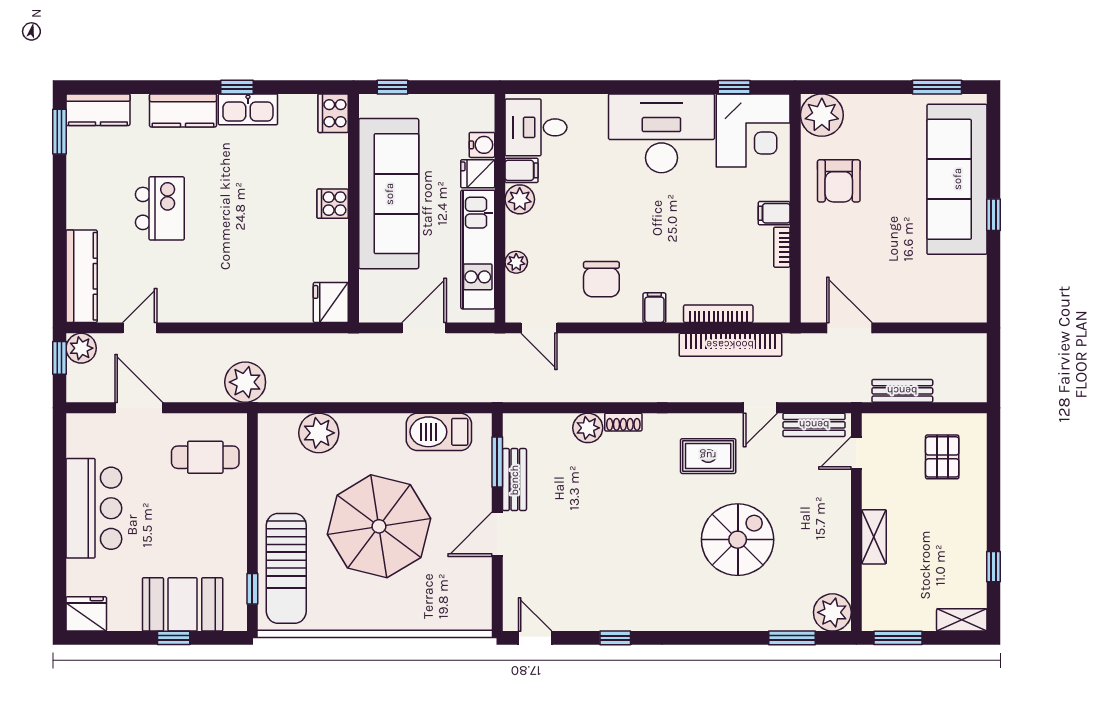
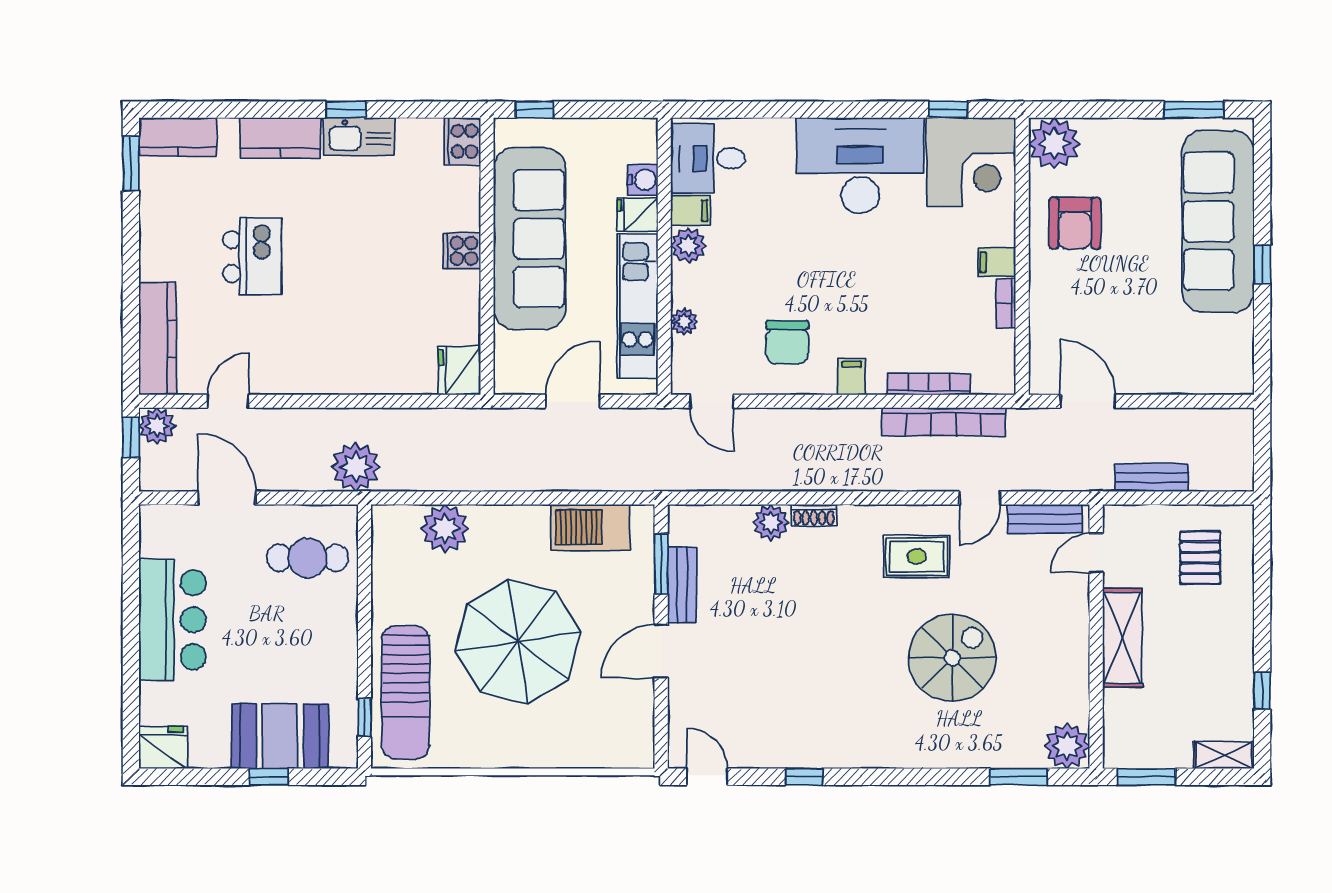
shelving: (874, 537) -> (1122, 638), width x1.50, depth x1.33

